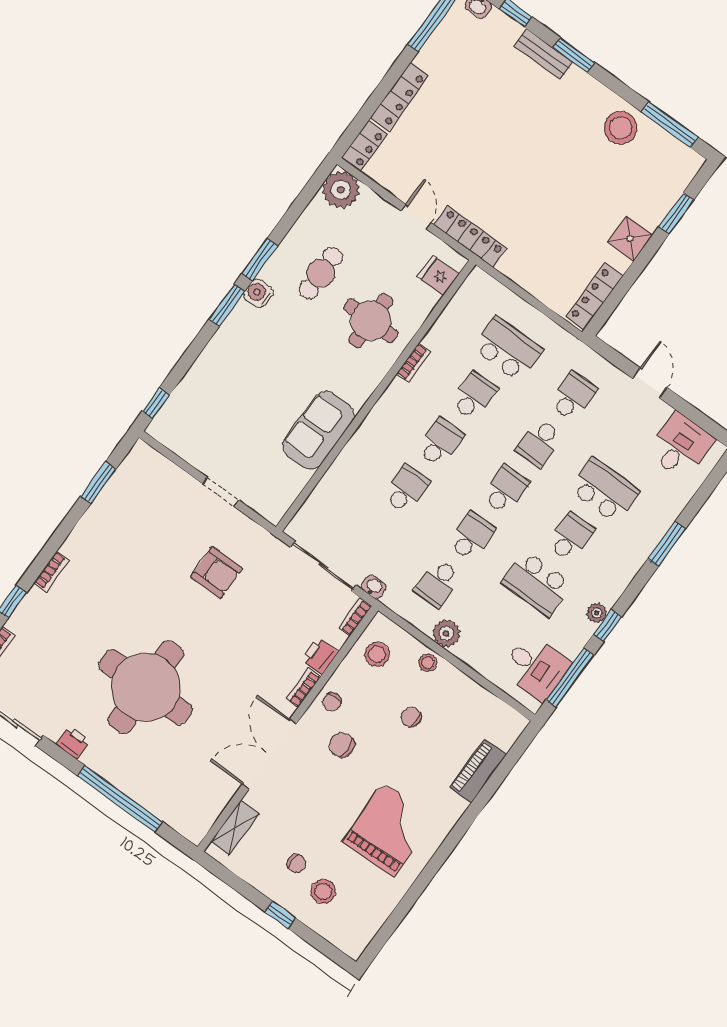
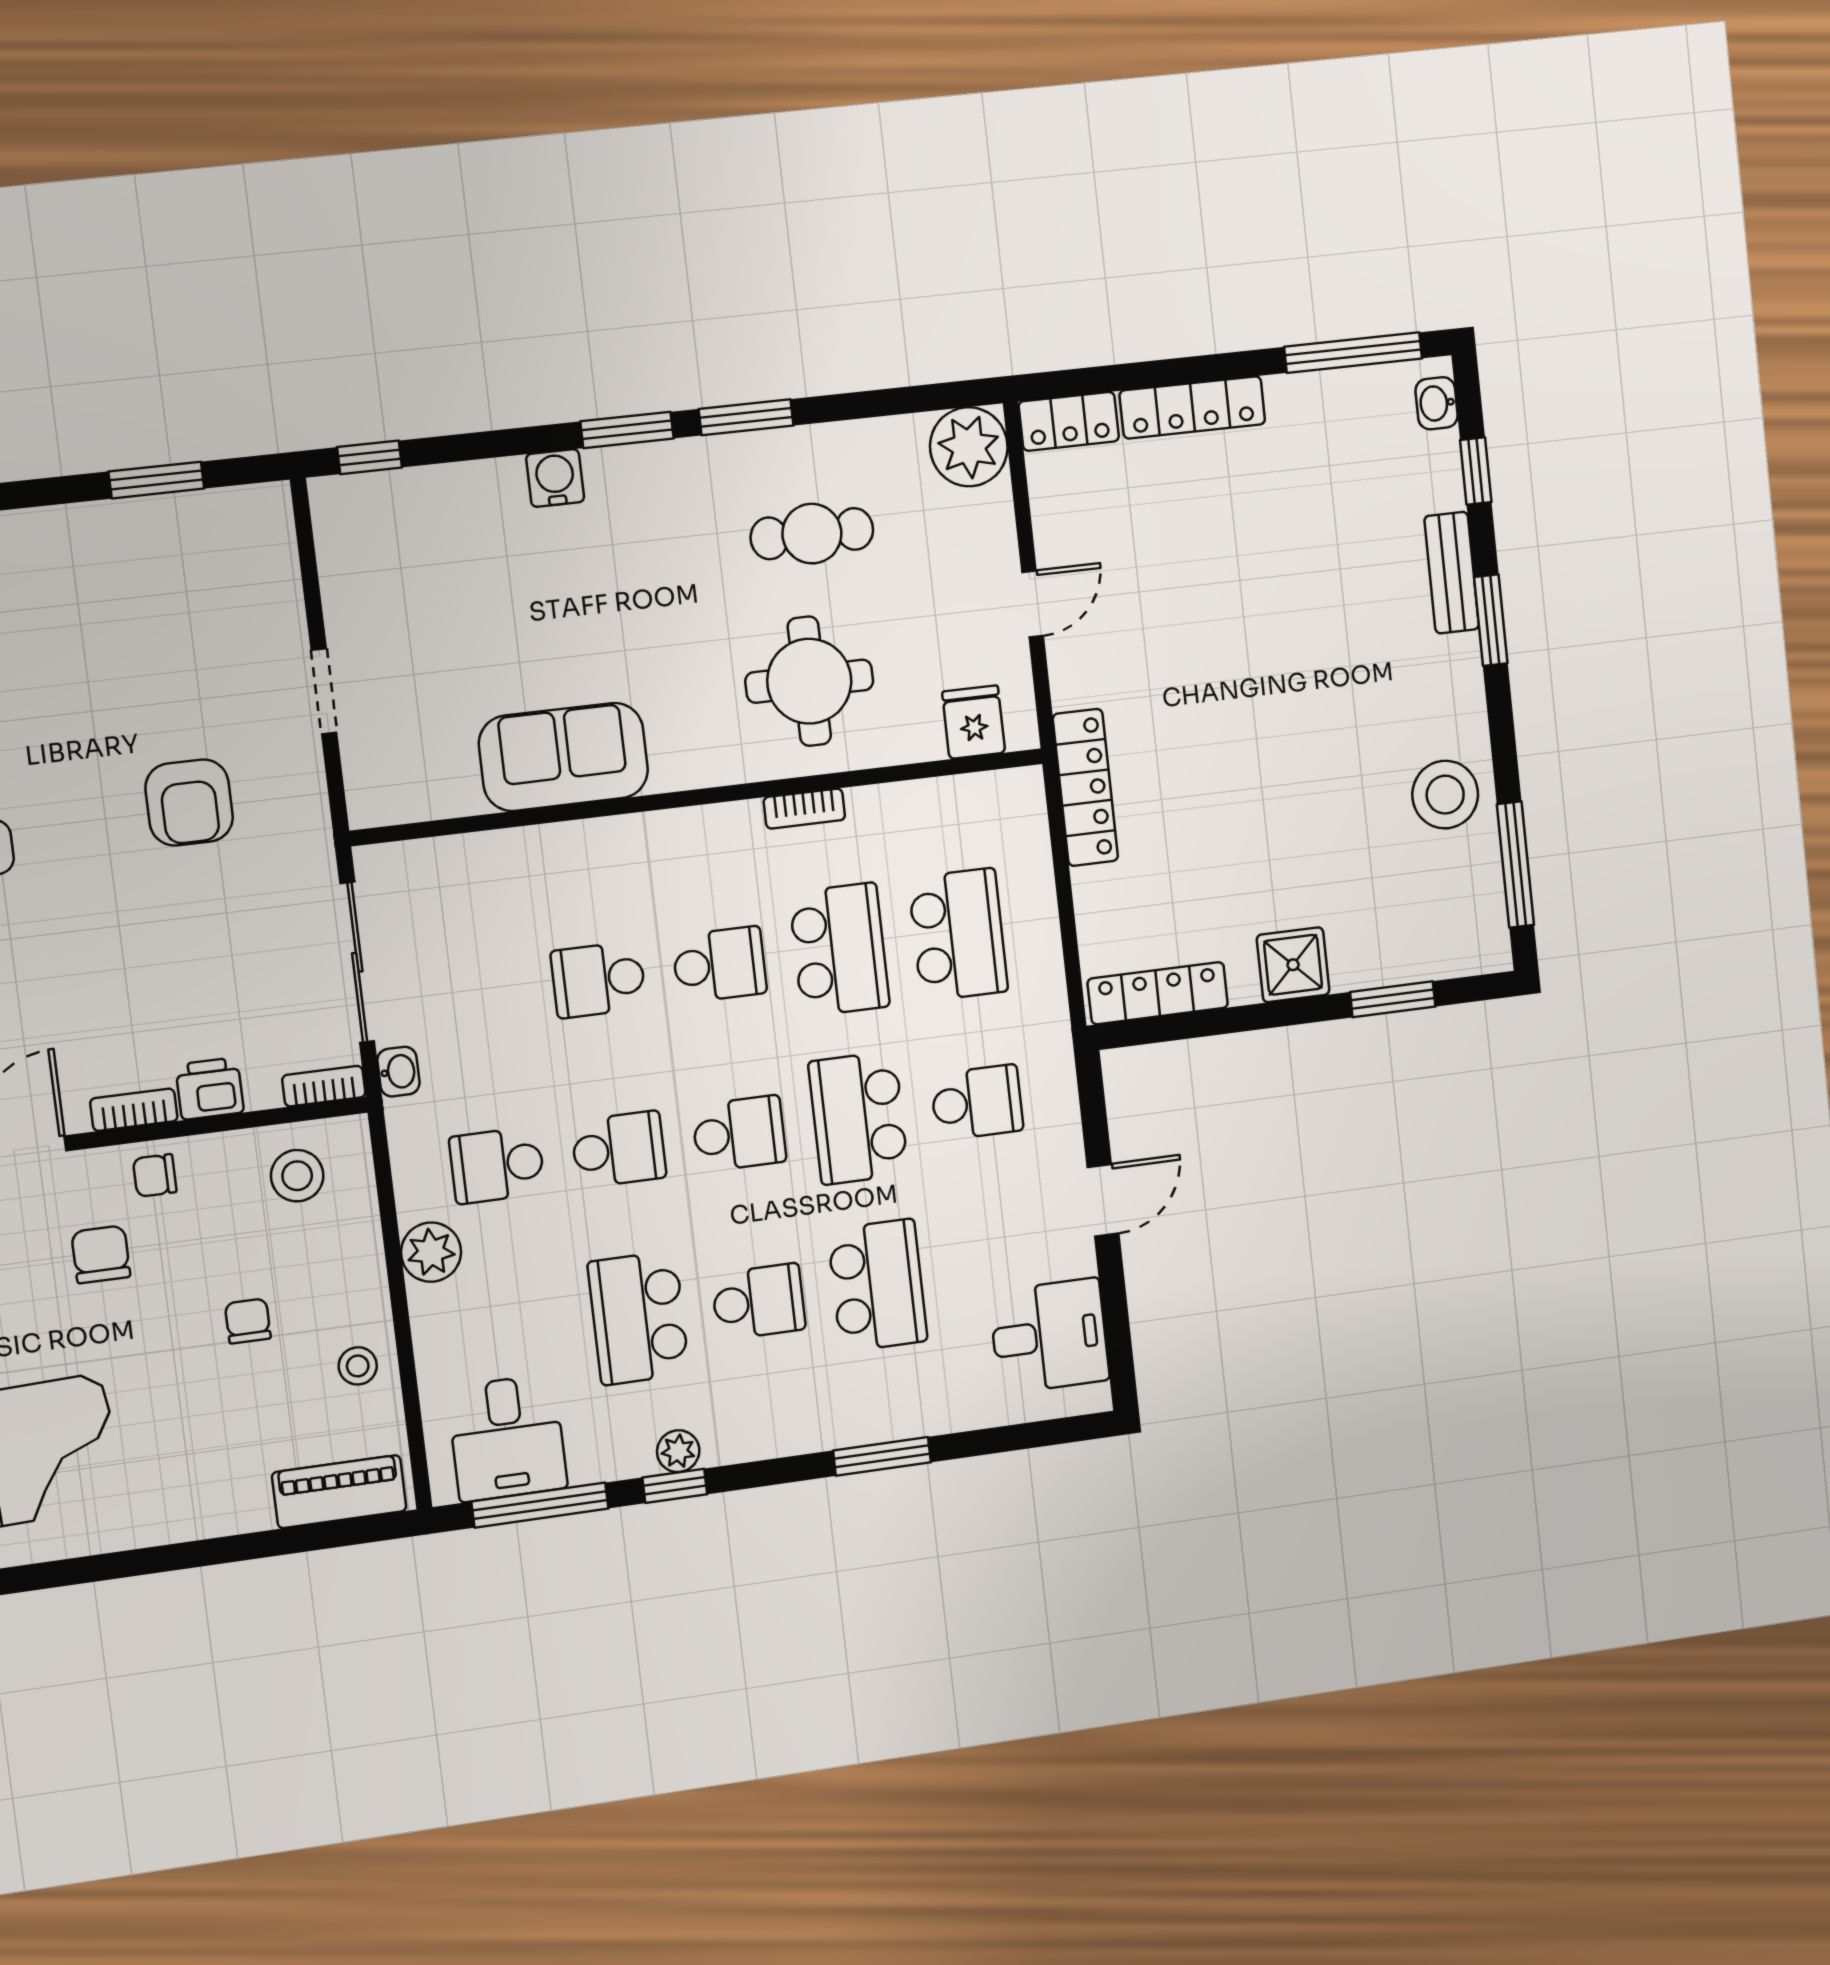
locker: (471, 237) -> (1085, 787), moved
water cooler: (258, 293) -> (555, 478), moved
school desk: (474, 396) -> (839, 950), width x1.85
school desk: (539, 443) -> (858, 1118), width x1.85
school desk: (406, 489) -> (598, 980), turned 180
stool: (428, 663) -> (358, 1366), moved
piano: (478, 771) -> (339, 1492), moved

